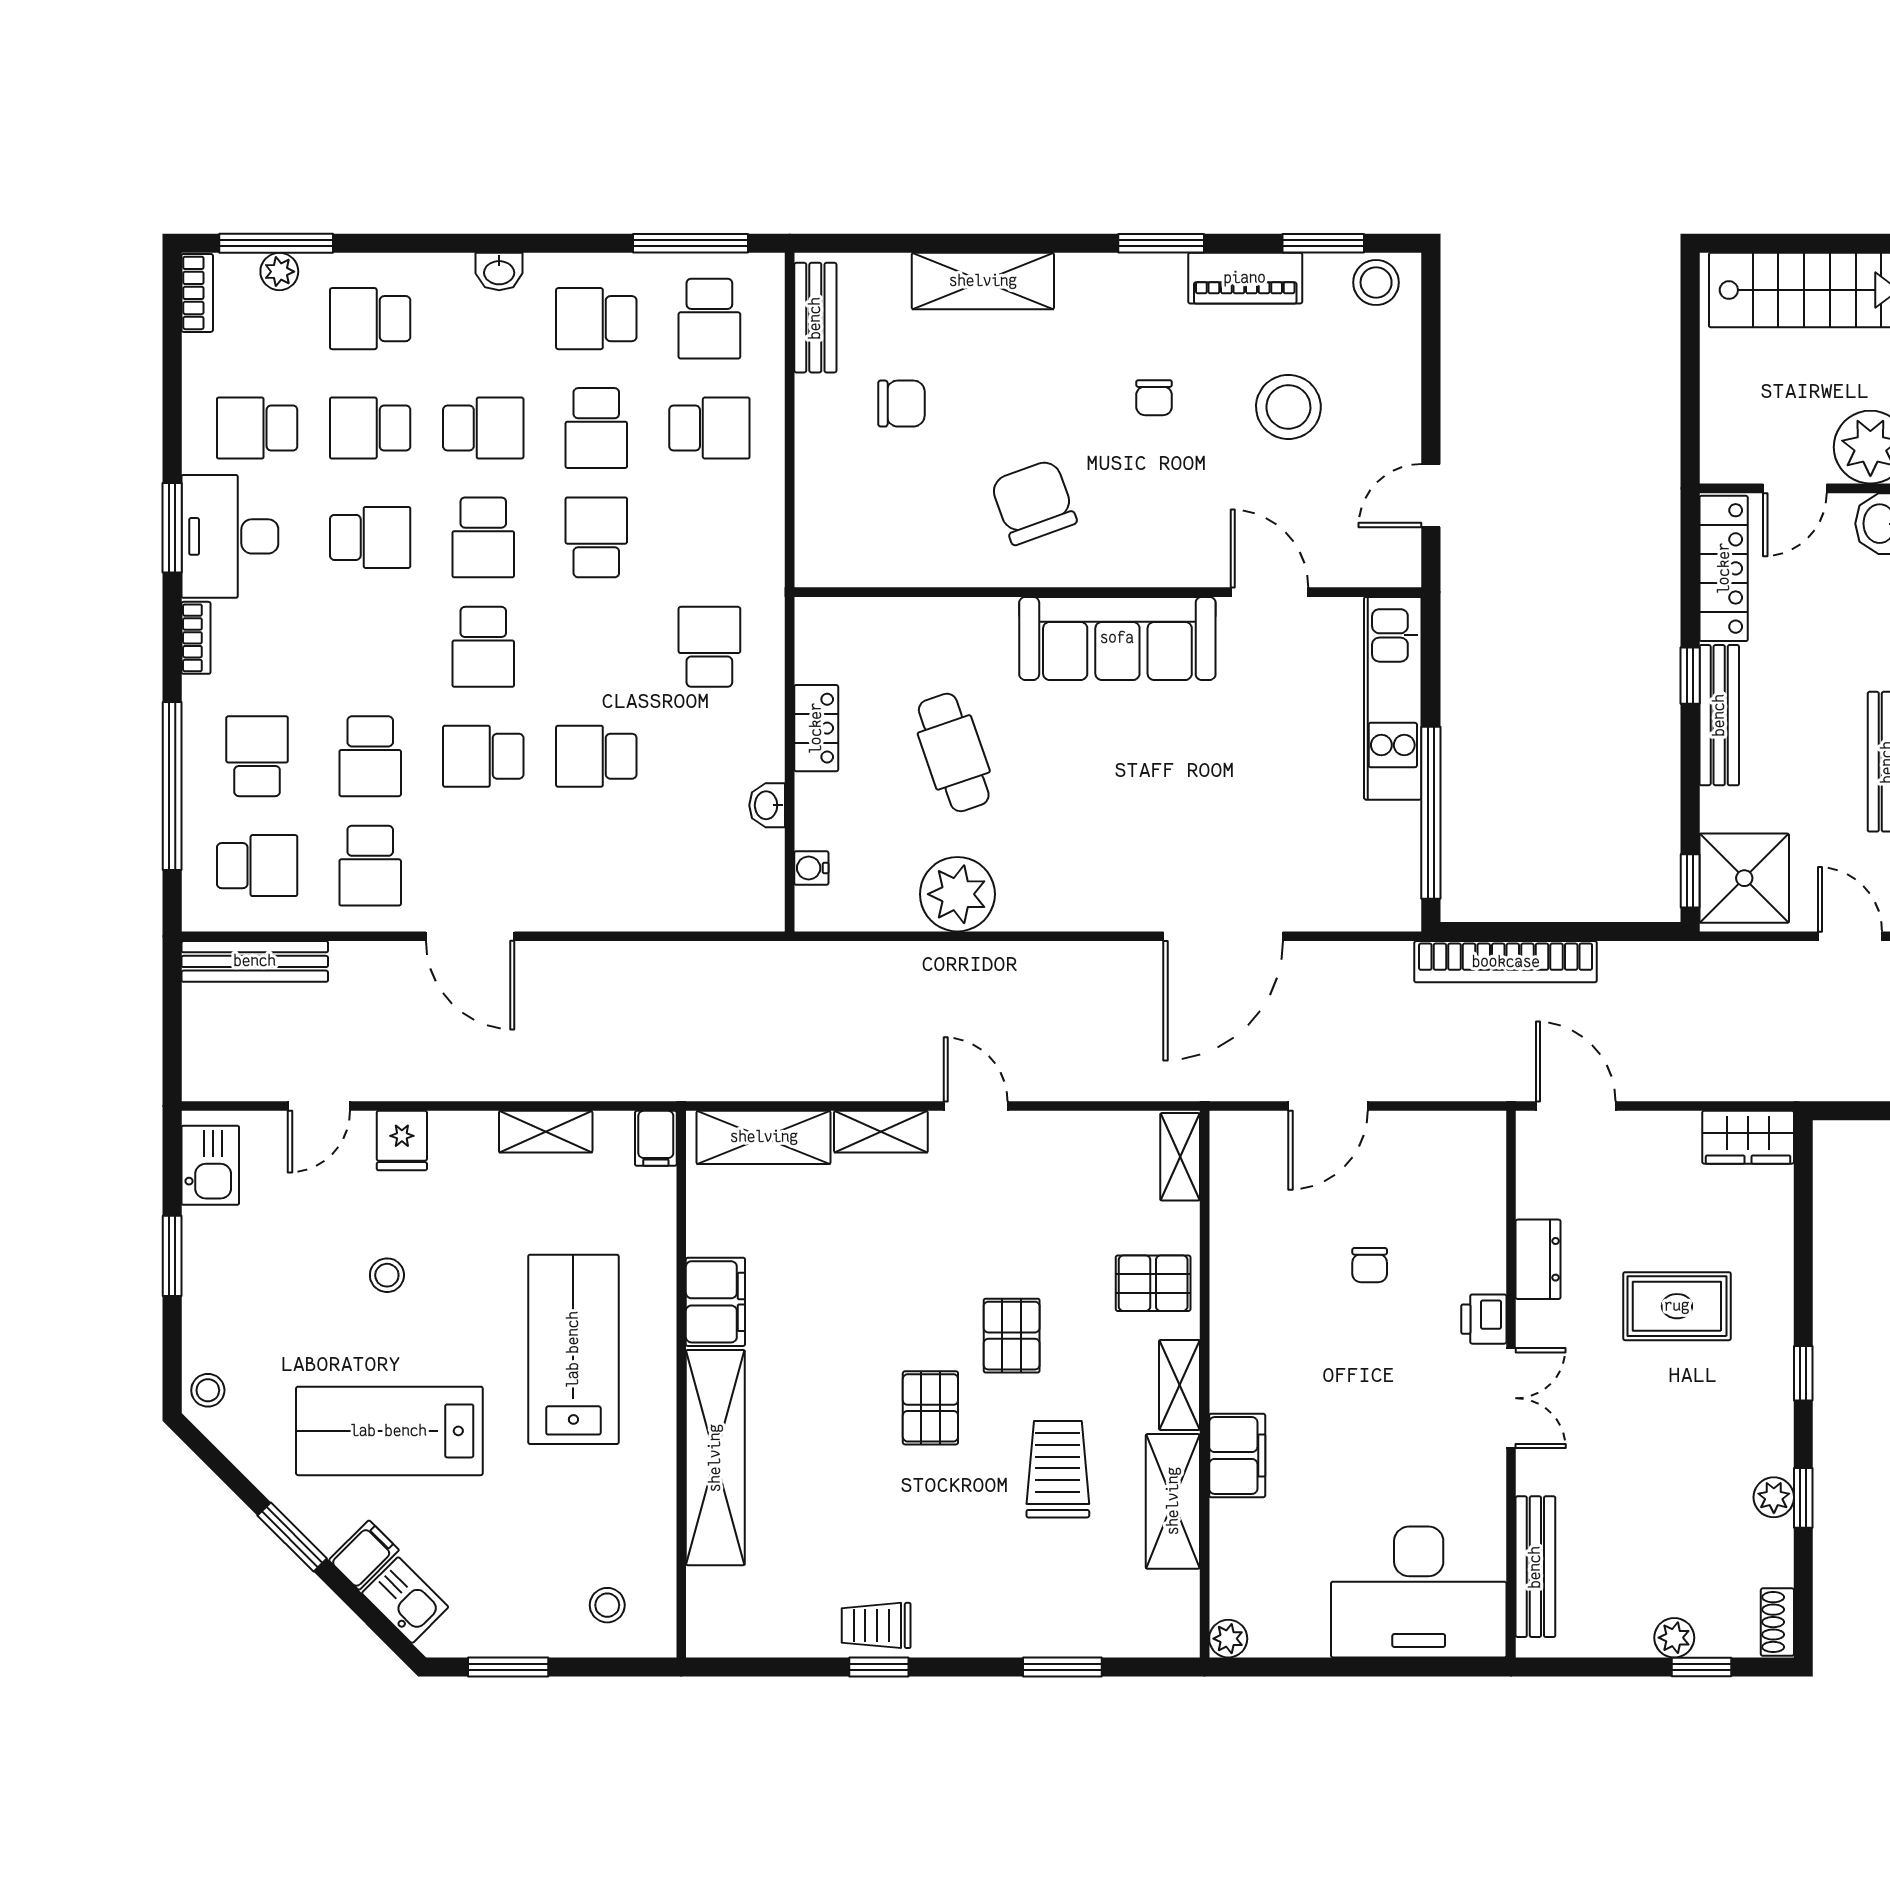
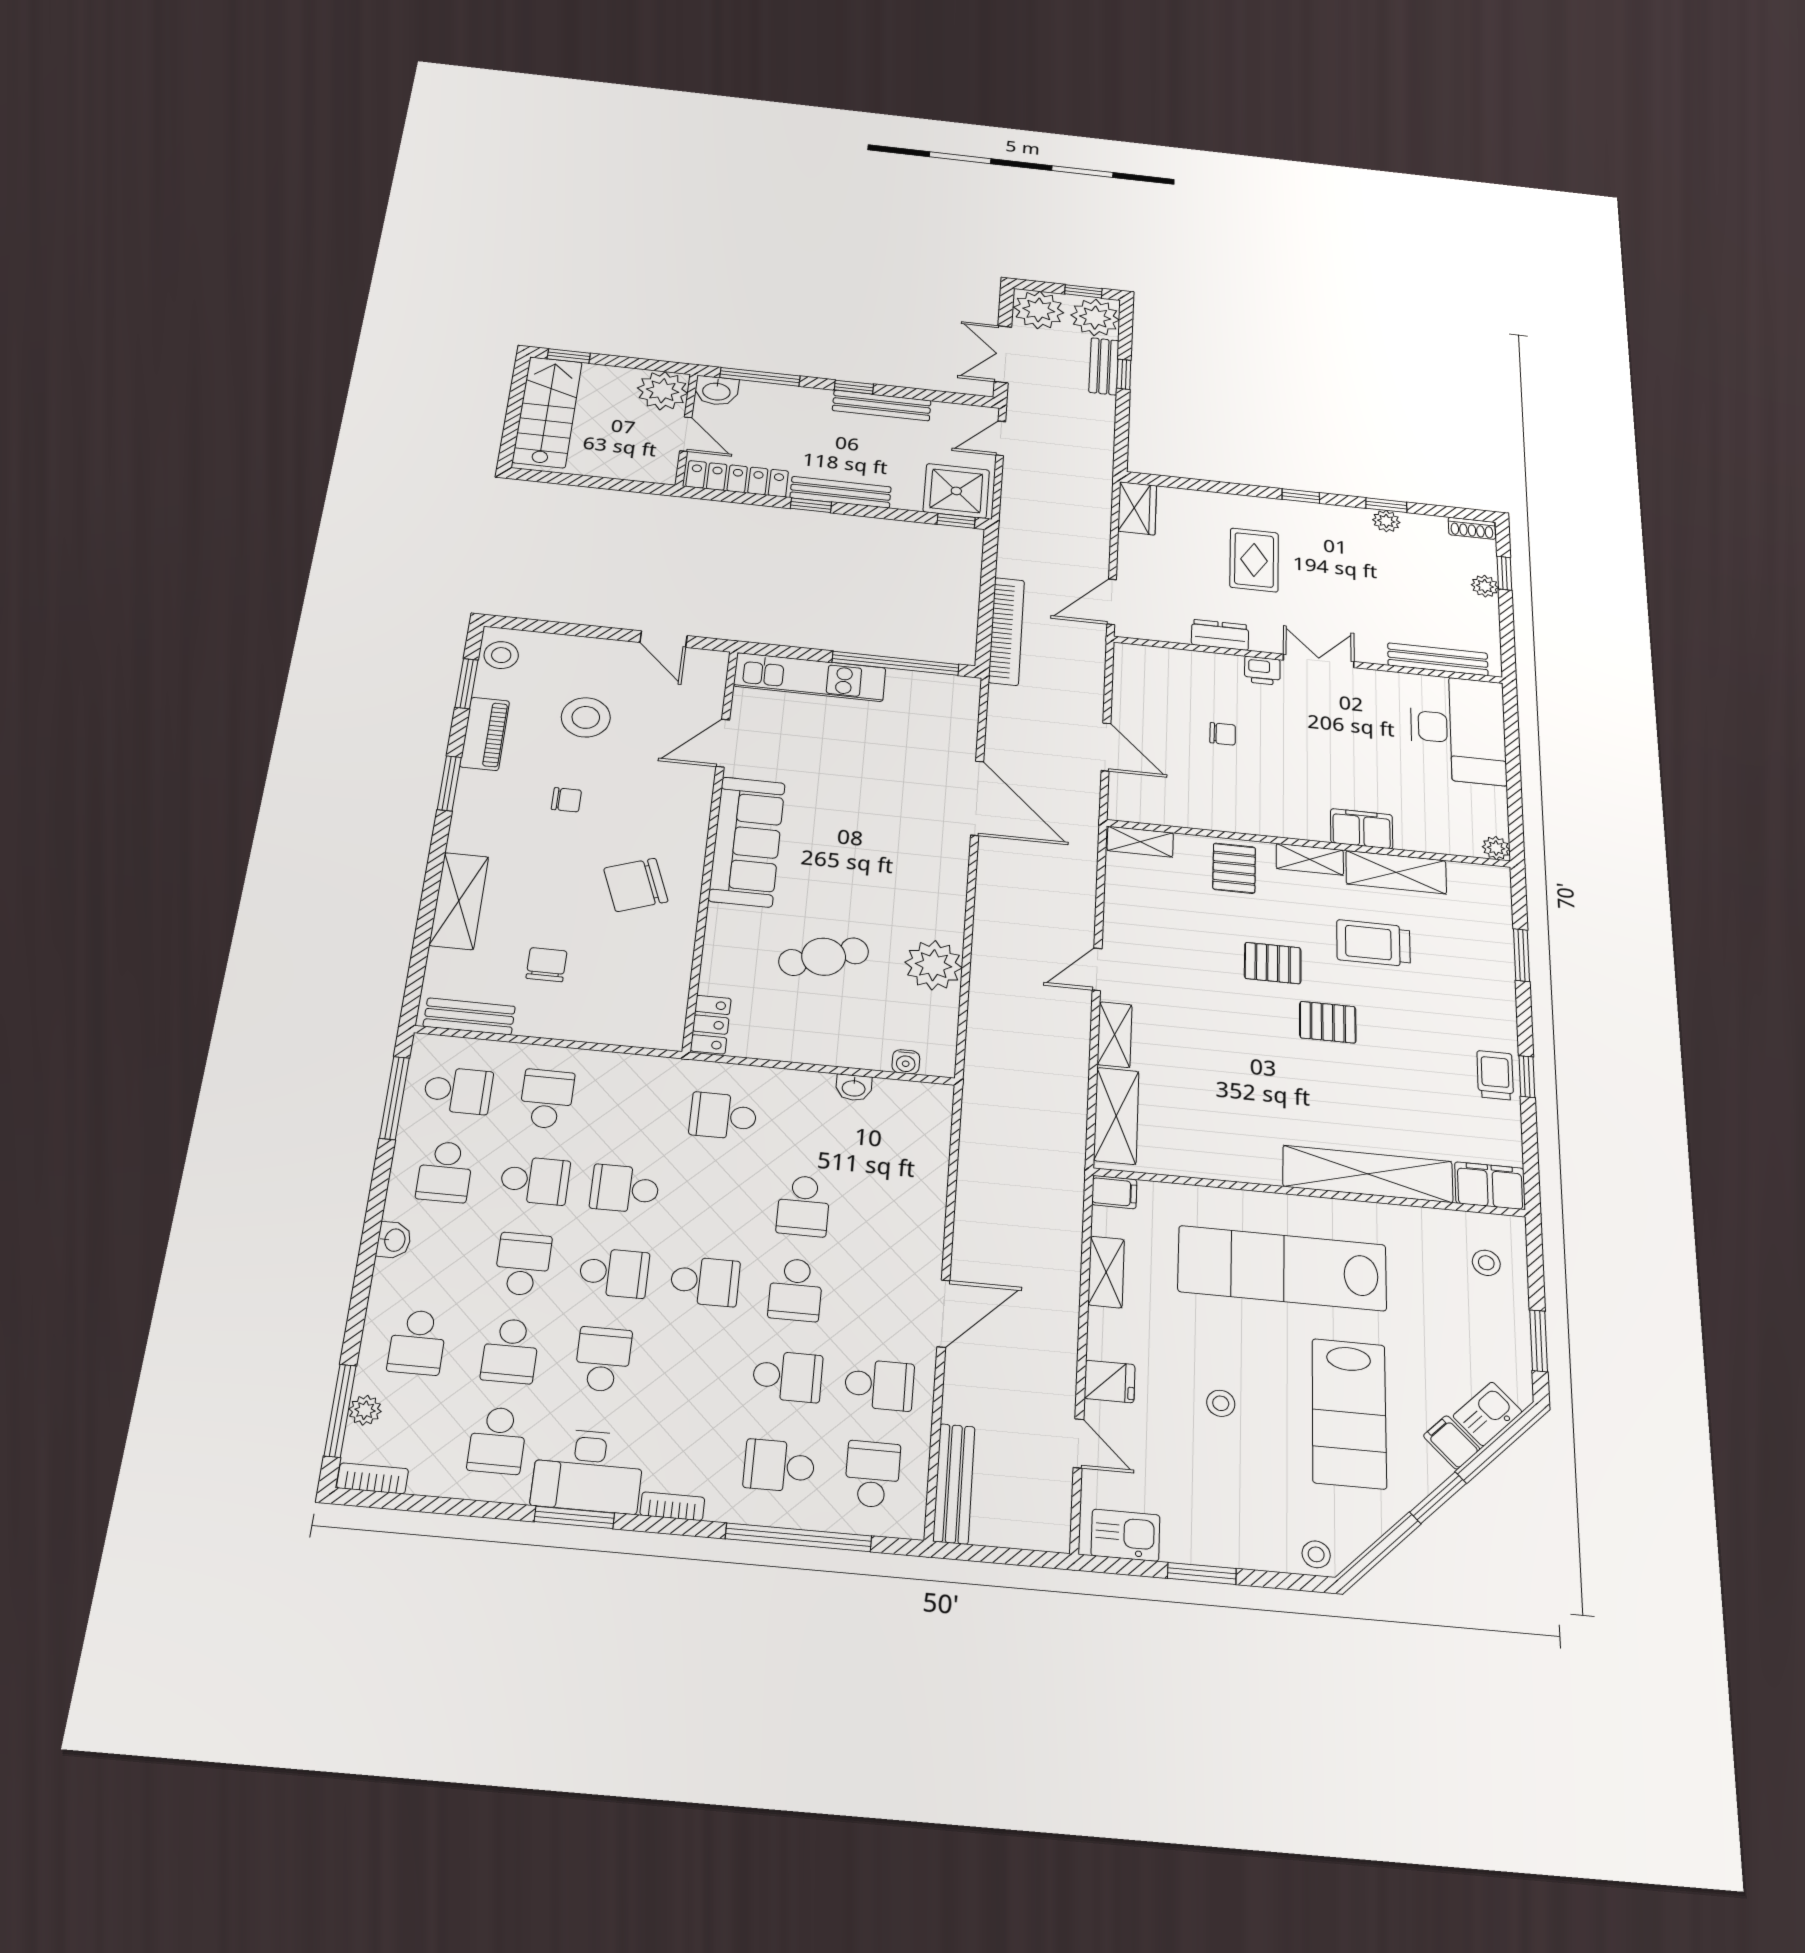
locker: (816, 728) -> (711, 1025), moved, turned 90
filing cabinet: (715, 1302) -> (1490, 1186), moved
lab bench: (573, 1349) -> (1282, 1268), width x1.36
trolley: (876, 1625) -> (1495, 1075), turned 180

